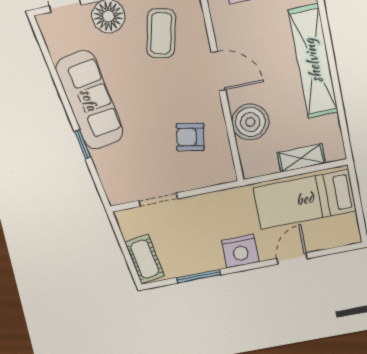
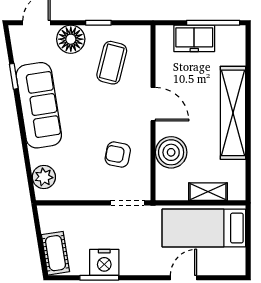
window: (83, 144) -> (14, 76), moved
plant: (113, 179) -> (44, 177), added
doorway: (158, 200) -> (127, 203), moved
nightstand: (240, 251) -> (104, 262), moved

